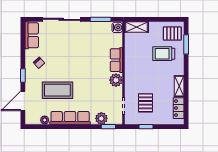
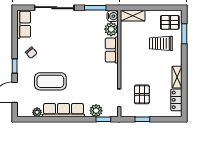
plant: (116, 80) -> (111, 29), moved

